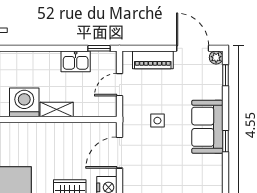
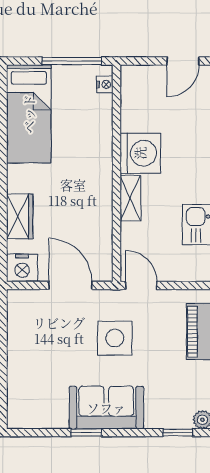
door: (119, 85) -> (141, 285), moved
side table: (157, 121) -> (115, 338), width x1.87, depth x1.87

